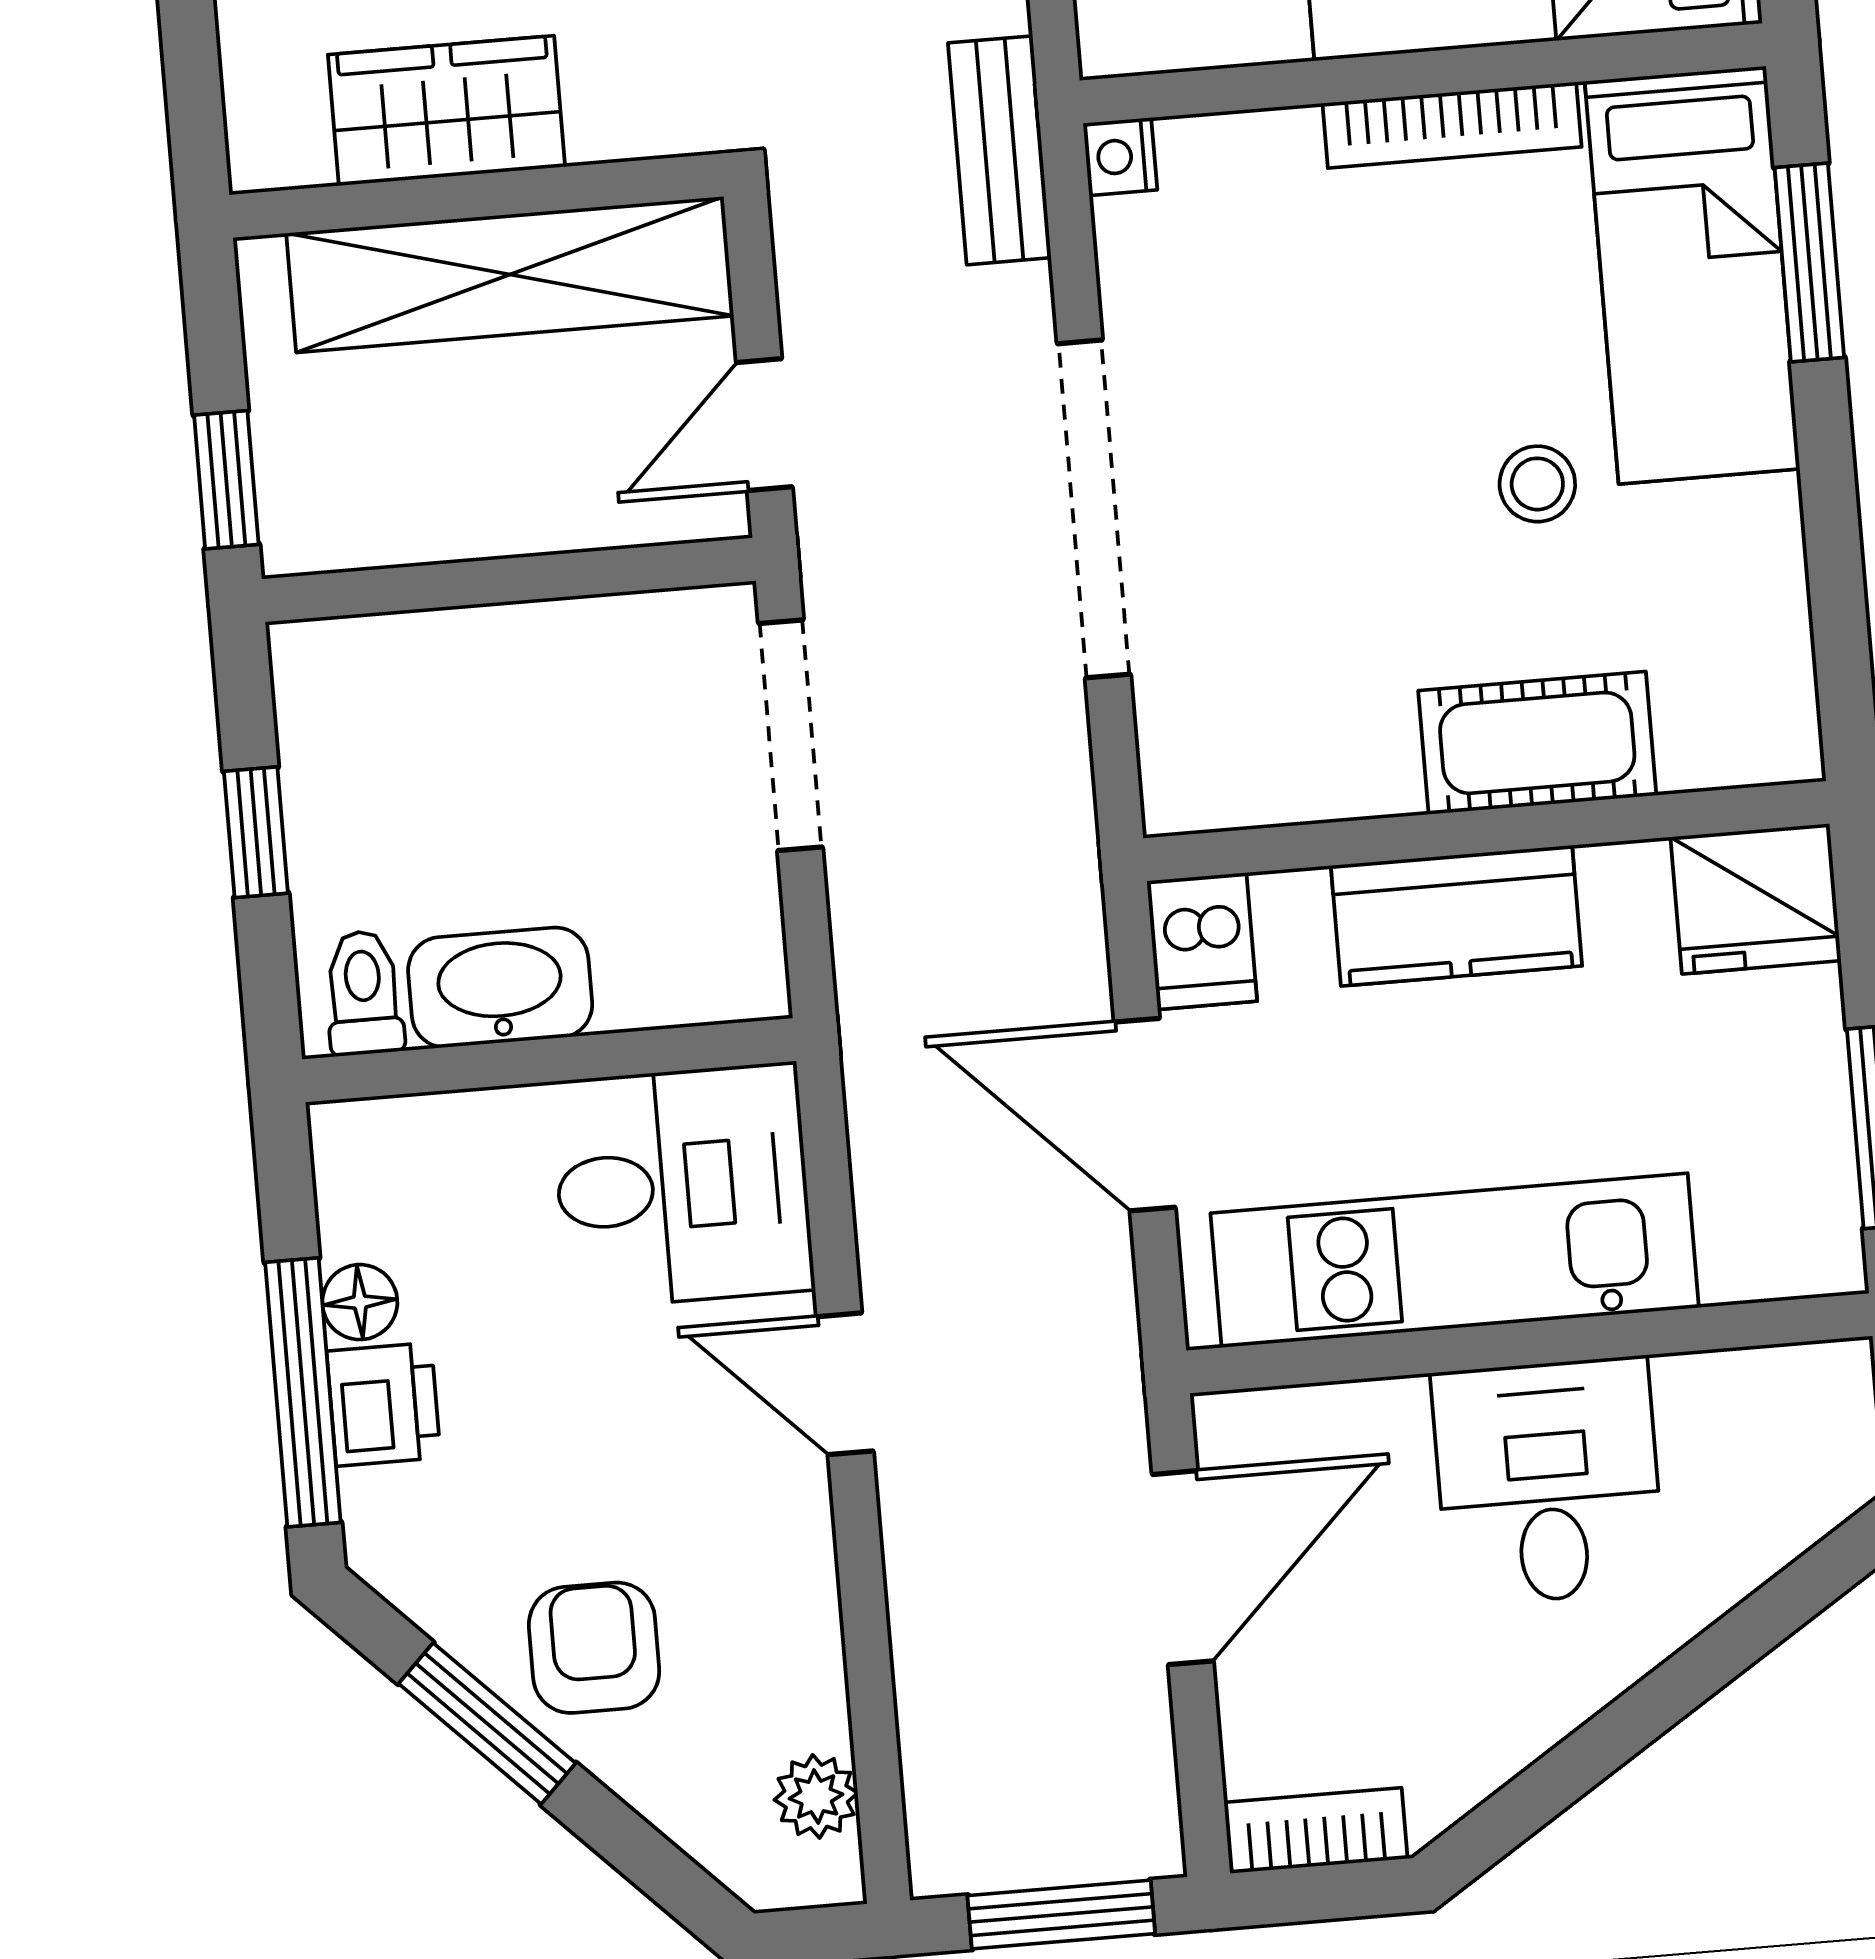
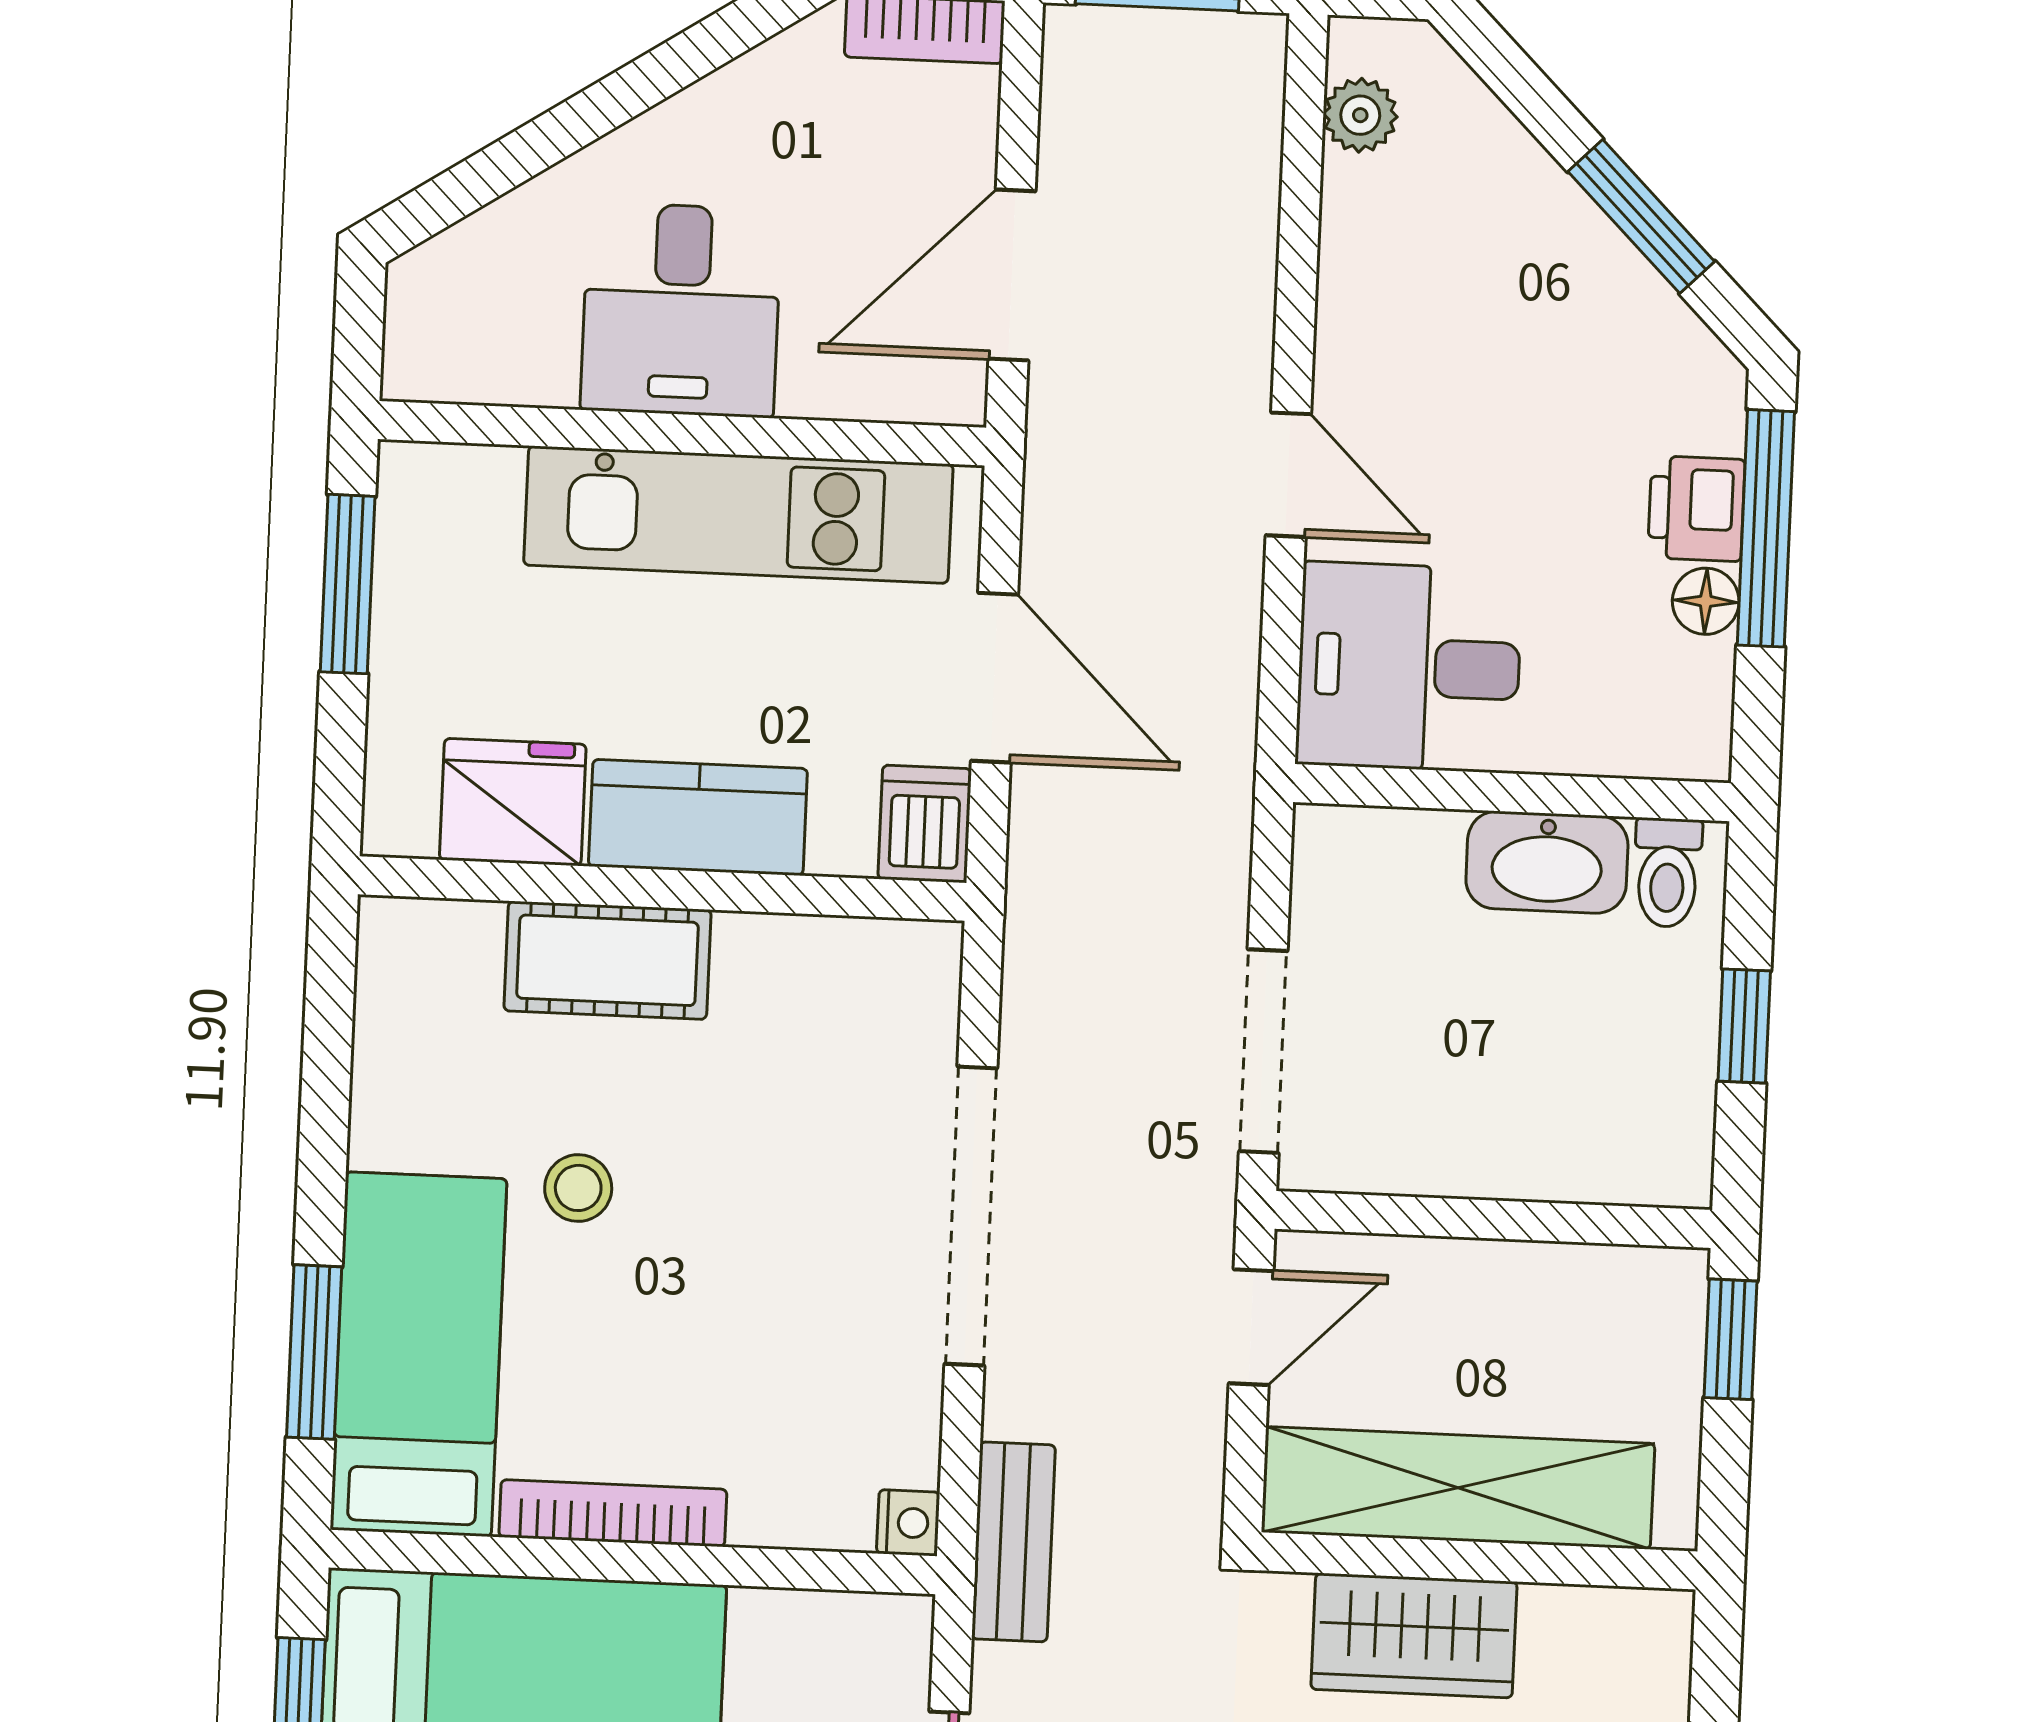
wardrobe: (446, 111) -> (1414, 1635), moved
fridge: (1756, 899) -> (513, 802), moved
armchair: (594, 1648) -> (1539, 271), removed

